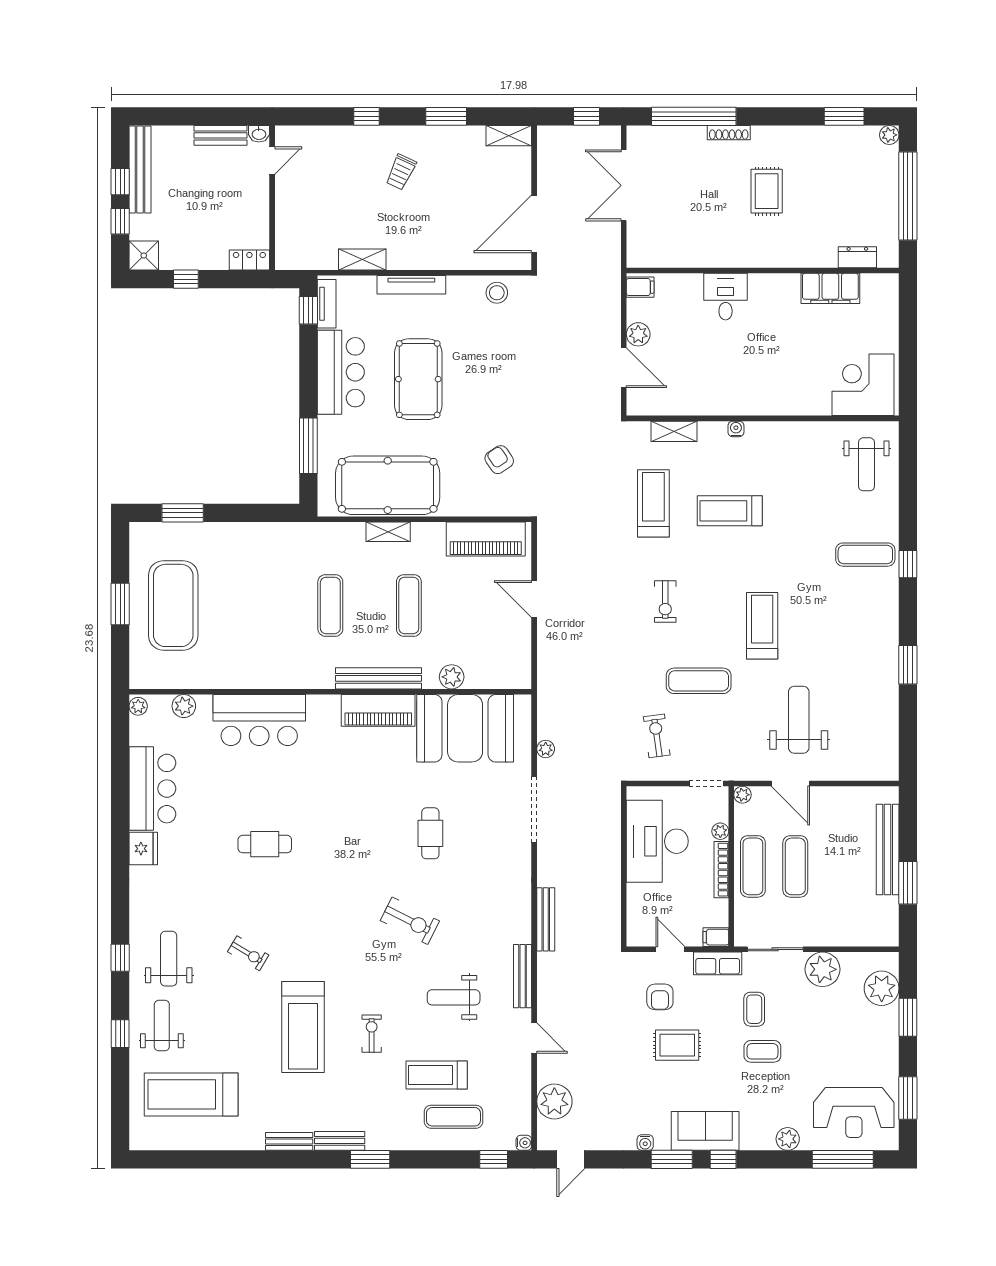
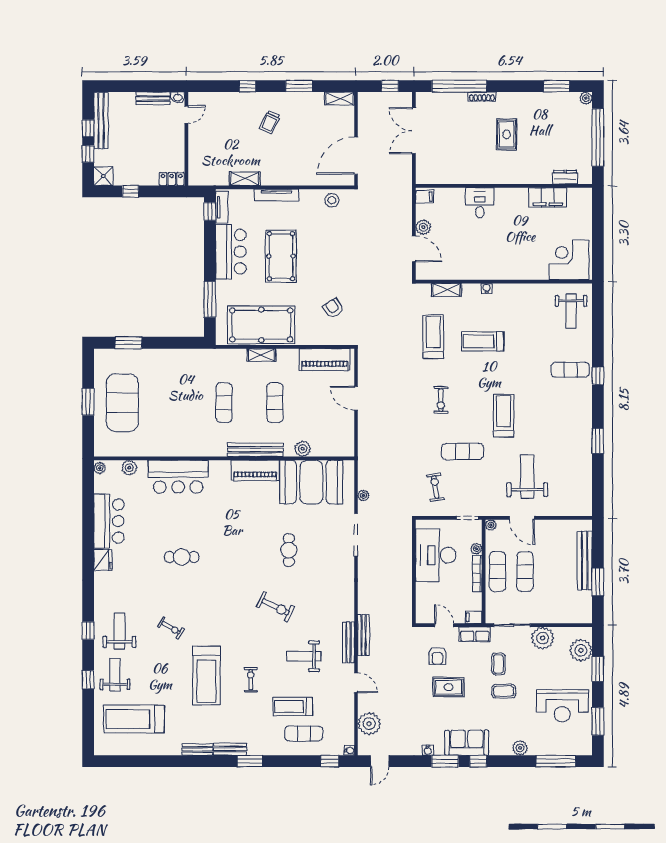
bench: (546, 919) -> (363, 635), moved
reception desk: (854, 1113) -> (562, 706), moved

